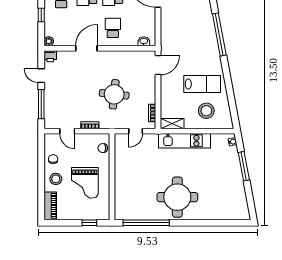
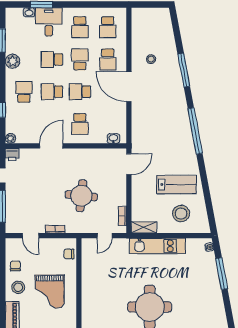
school desk: (113, 28) -> (80, 124), turned 180

